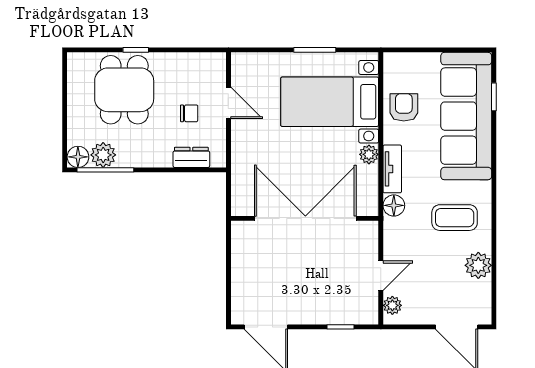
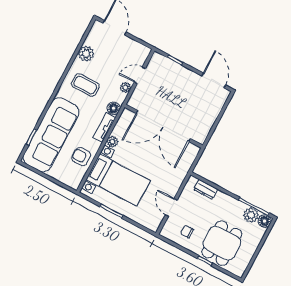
armchair: (404, 107) -> (81, 157), turned 90
chair: (189, 113) -> (187, 232), moved
plant: (392, 305) -> (126, 87), moved

